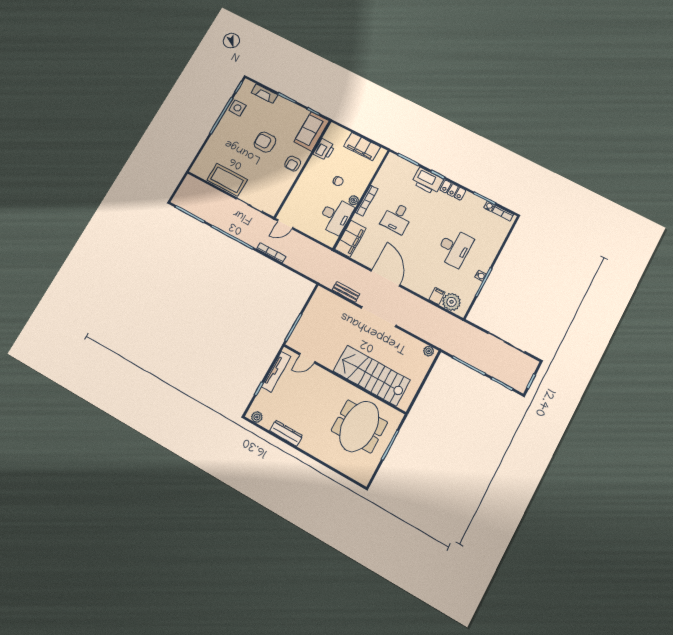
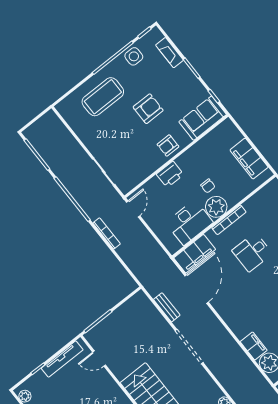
armchair: (265, 142) -> (148, 109), turned 90
printer: (324, 150) -> (170, 174), moved
coffee table: (227, 180) -> (103, 97), moved, turned 90
plant: (354, 200) -> (216, 207), width x1.87, depth x1.87
door: (285, 224) -> (133, 209), swing flipped
door: (386, 278) -> (197, 289), moved
filing cabinet: (437, 296) -> (254, 346), width x2.00

